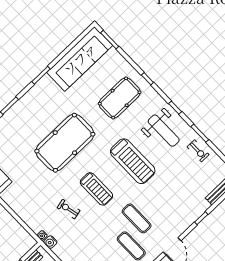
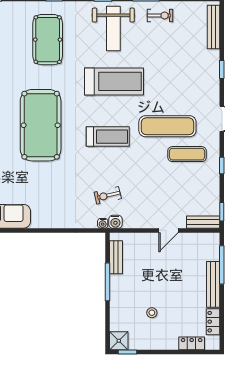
weight bench: (164, 131) -> (113, 28), turned 90
exercise bike: (69, 209) -> (108, 195), moved
exercise mat: (137, 218) -> (167, 126), width x1.36, depth x1.45

